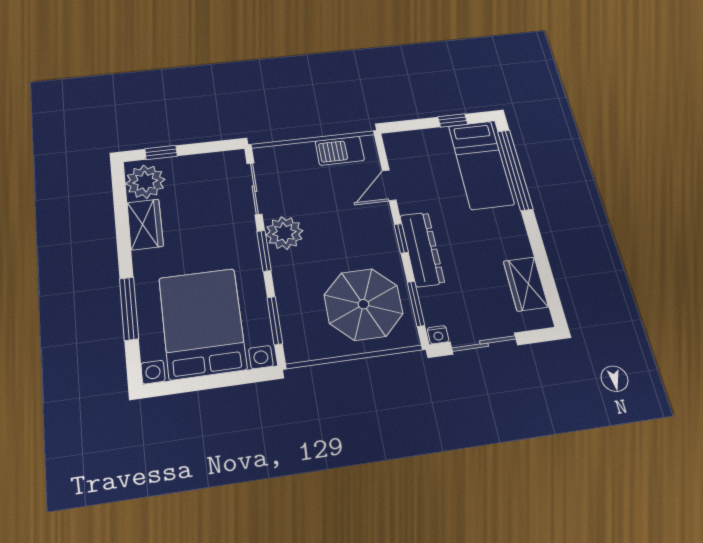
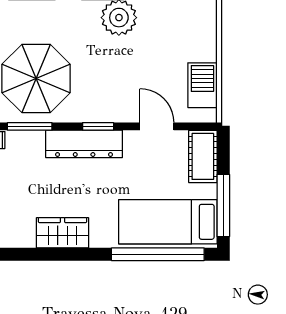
window: (453, 120) -> (223, 206), width x2.17
cot: (410, 143) -> (203, 156), added
wardrobe: (526, 284) -> (63, 233), moved

